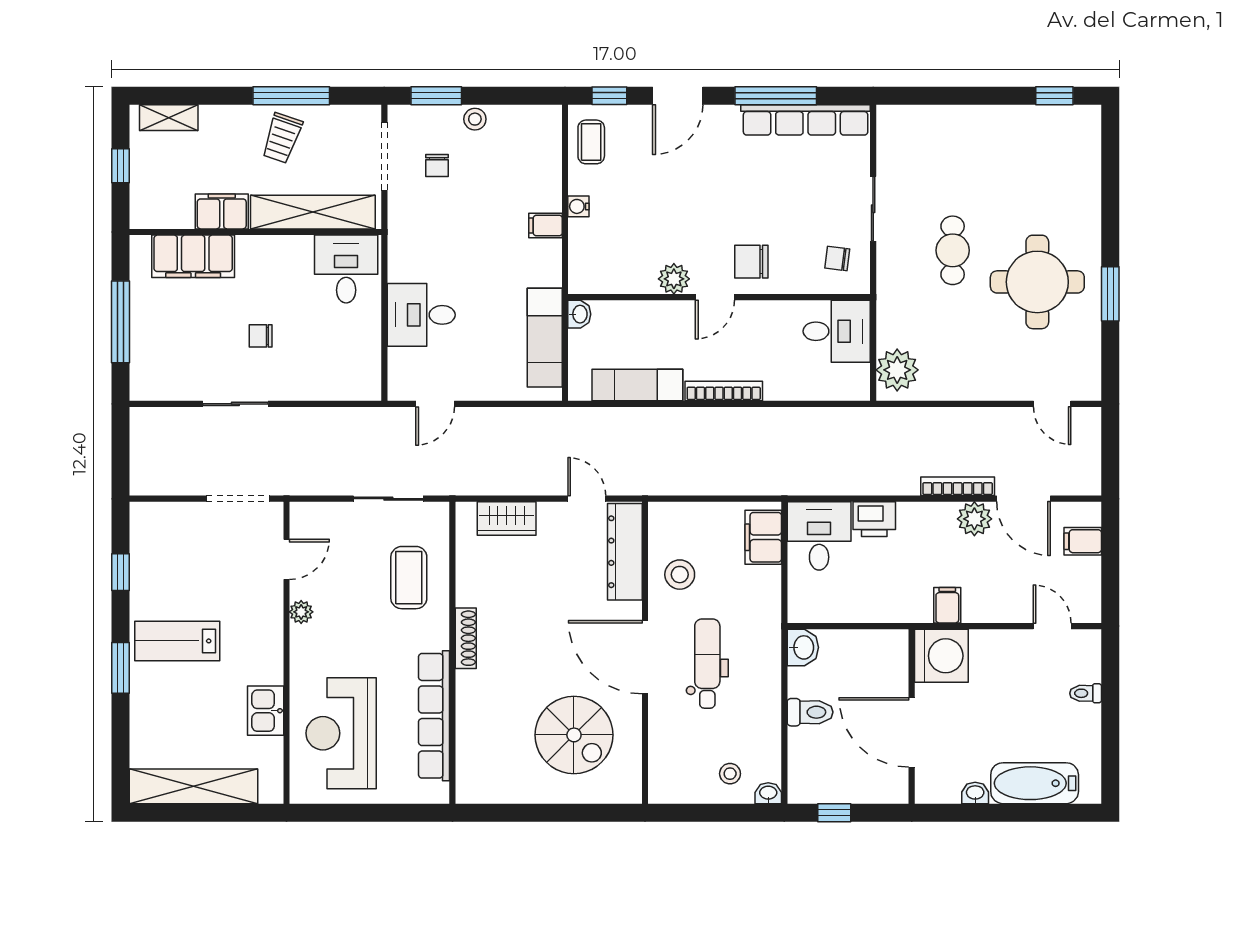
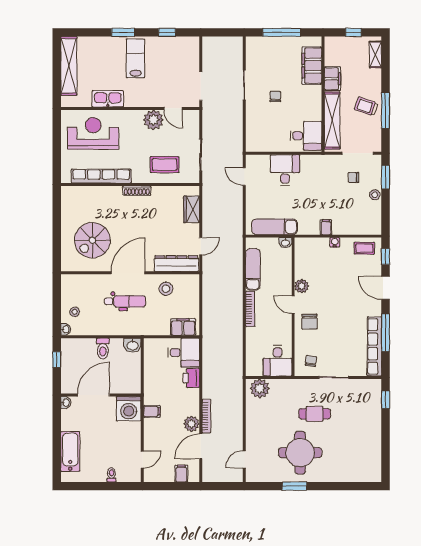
window: (1054, 96) -> (385, 400), moved
chair: (751, 262) -> (309, 322), turned 180
plant: (301, 612) -> (153, 120), width x1.88, depth x1.88
kitchen sink: (266, 711) -> (108, 99), width x1.38
washbasin: (975, 793) -> (66, 403), moved

